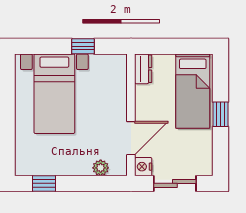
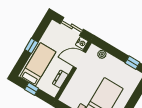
window: (180, 46) -> (32, 89), added
dresser: (143, 69) -> (60, 79), moved

